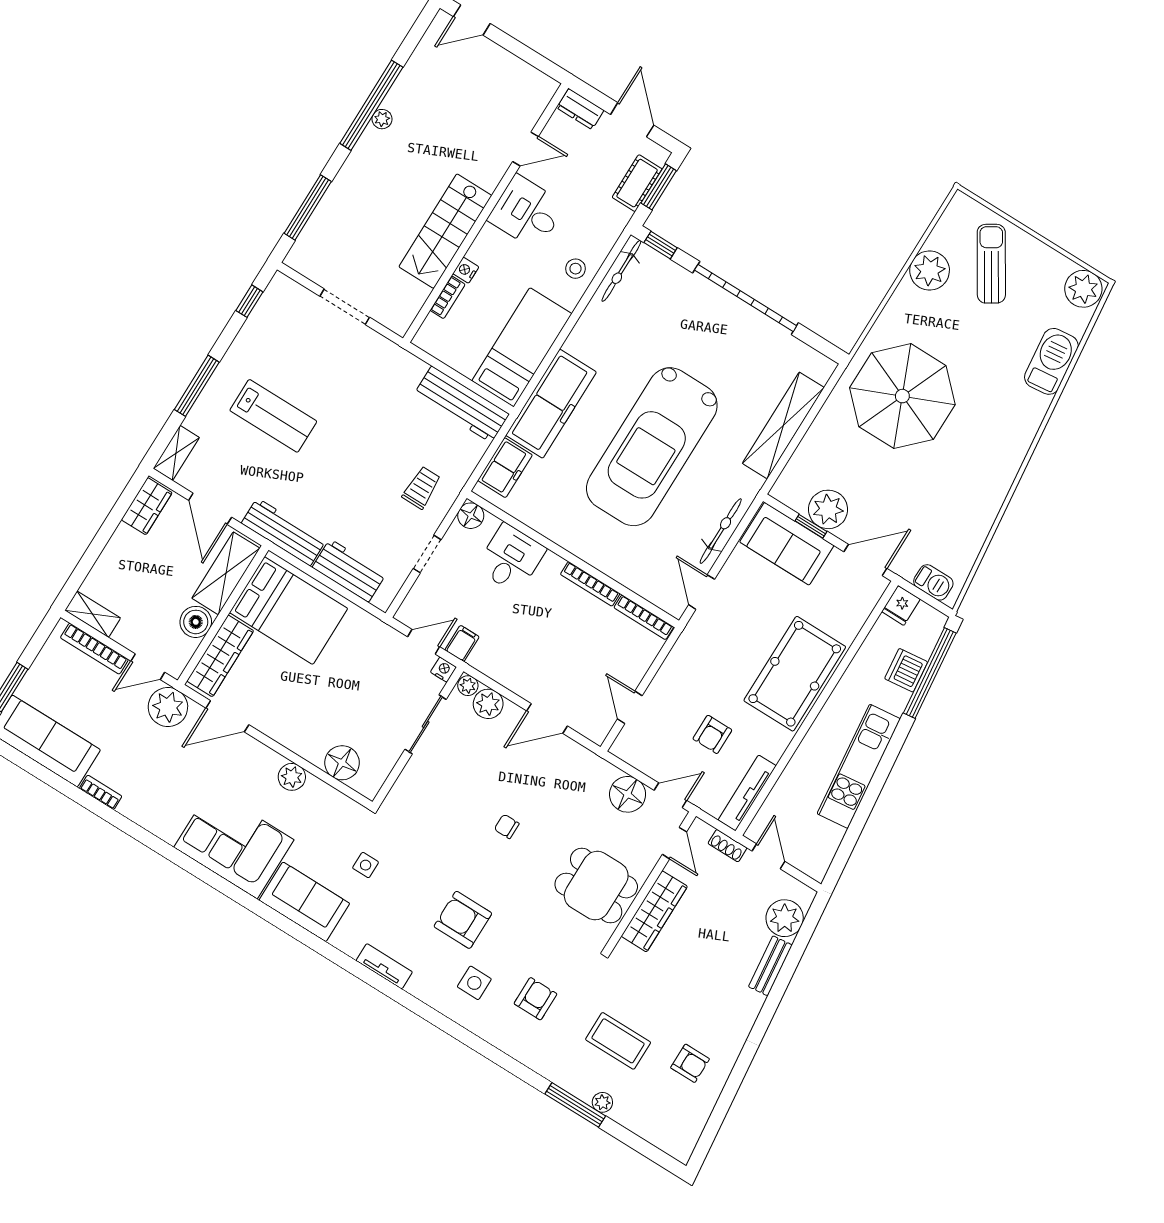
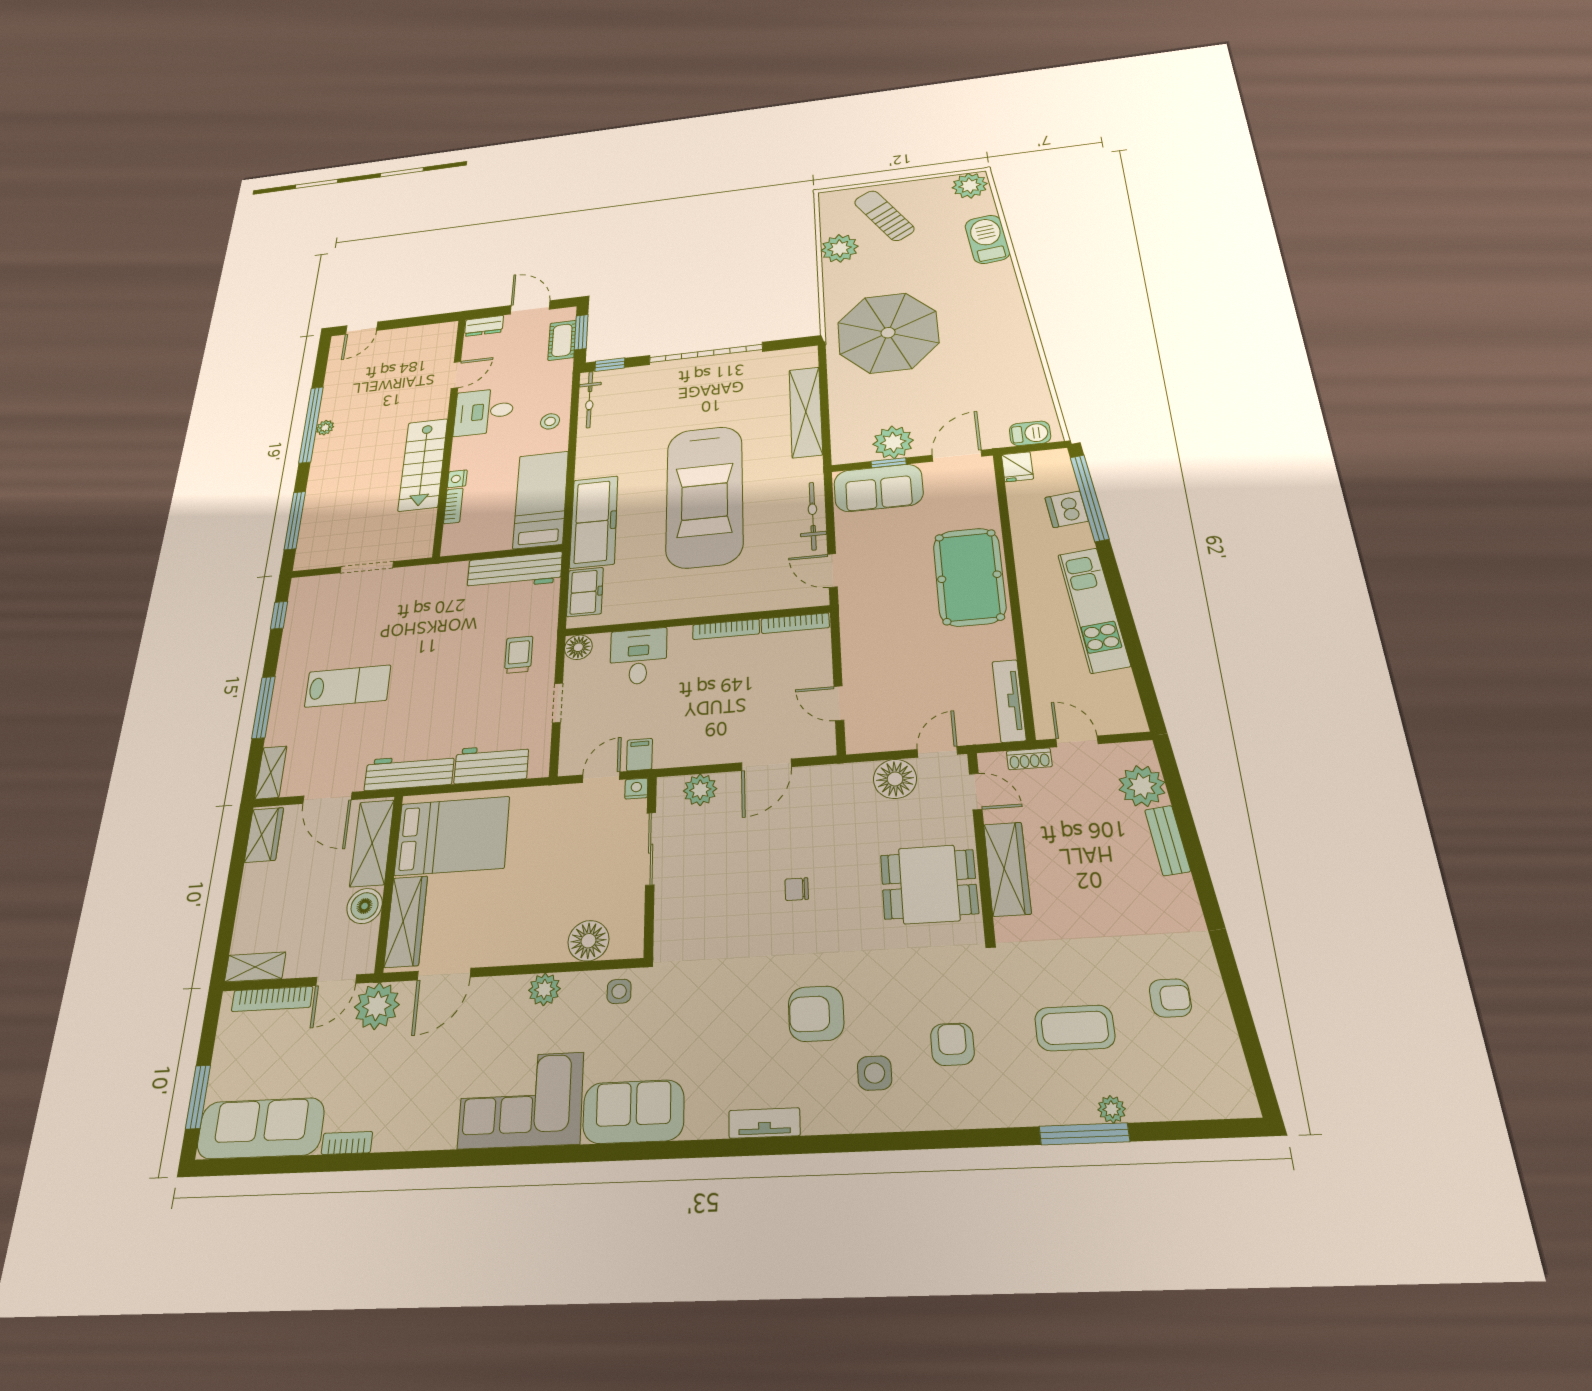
plant: (468, 686) -> (669, 787), removed
armchair: (712, 734) -> (935, 674), removed
side table: (366, 865) -> (619, 991), moved

